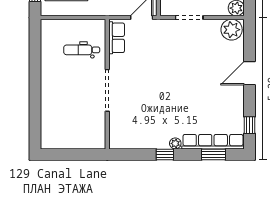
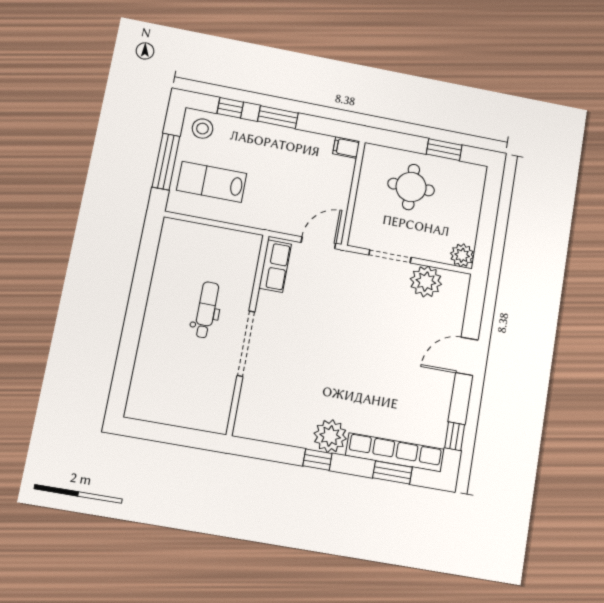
plant: (232, 30) -> (426, 282), moved
dental chair: (82, 50) -> (206, 310), moved, turned 90
plant: (175, 143) -> (330, 436), width x1.87, depth x1.87

